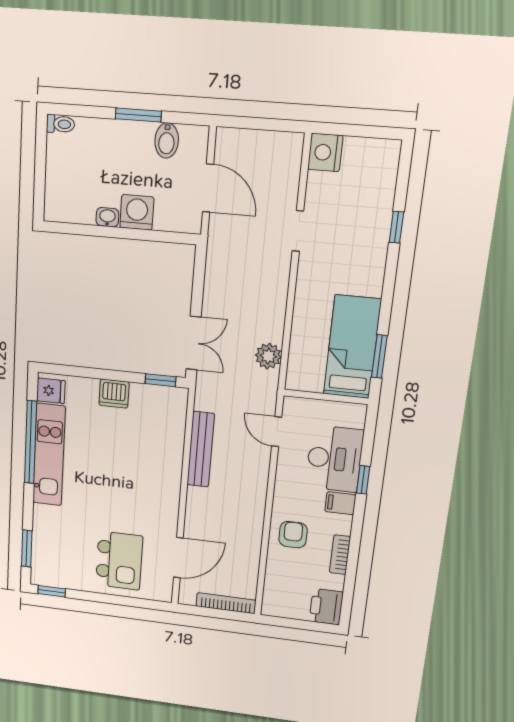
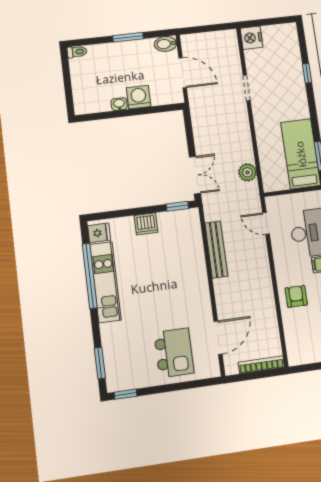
bidet: (167, 140) -> (166, 44), moved, turned 90

